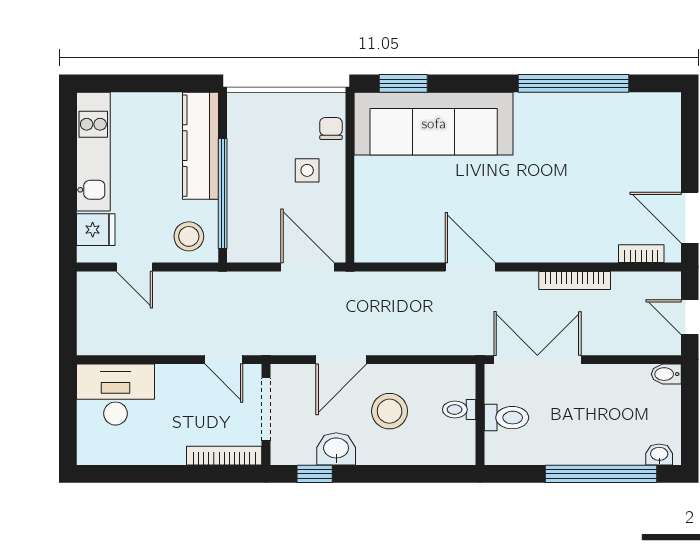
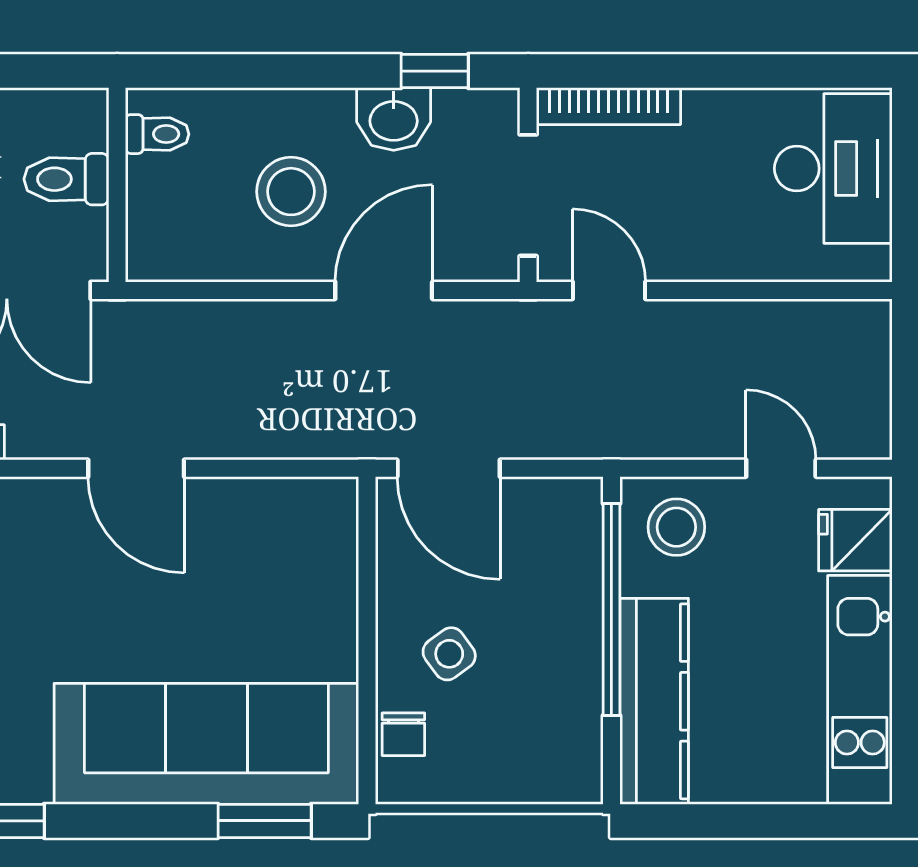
side table: (307, 170) -> (449, 654), turned -36
desk: (115, 395) -> (833, 169), moved, turned -90
toilet: (459, 409) -> (157, 134), moved

